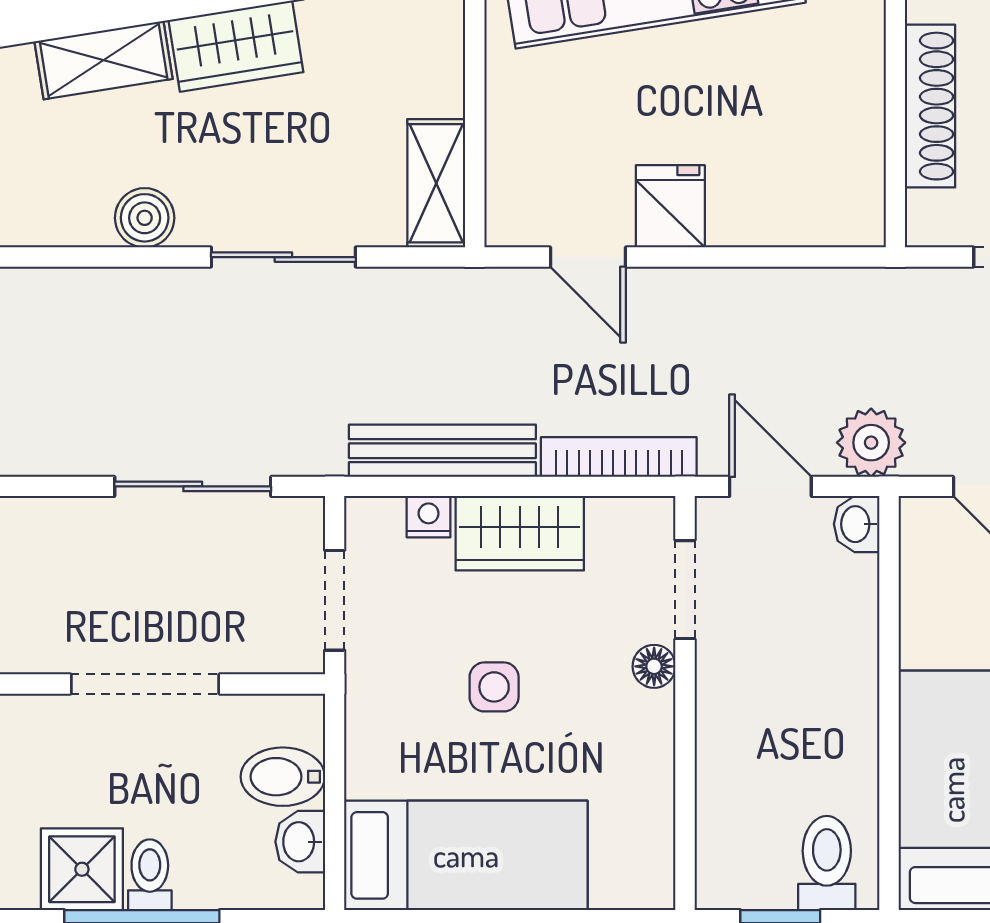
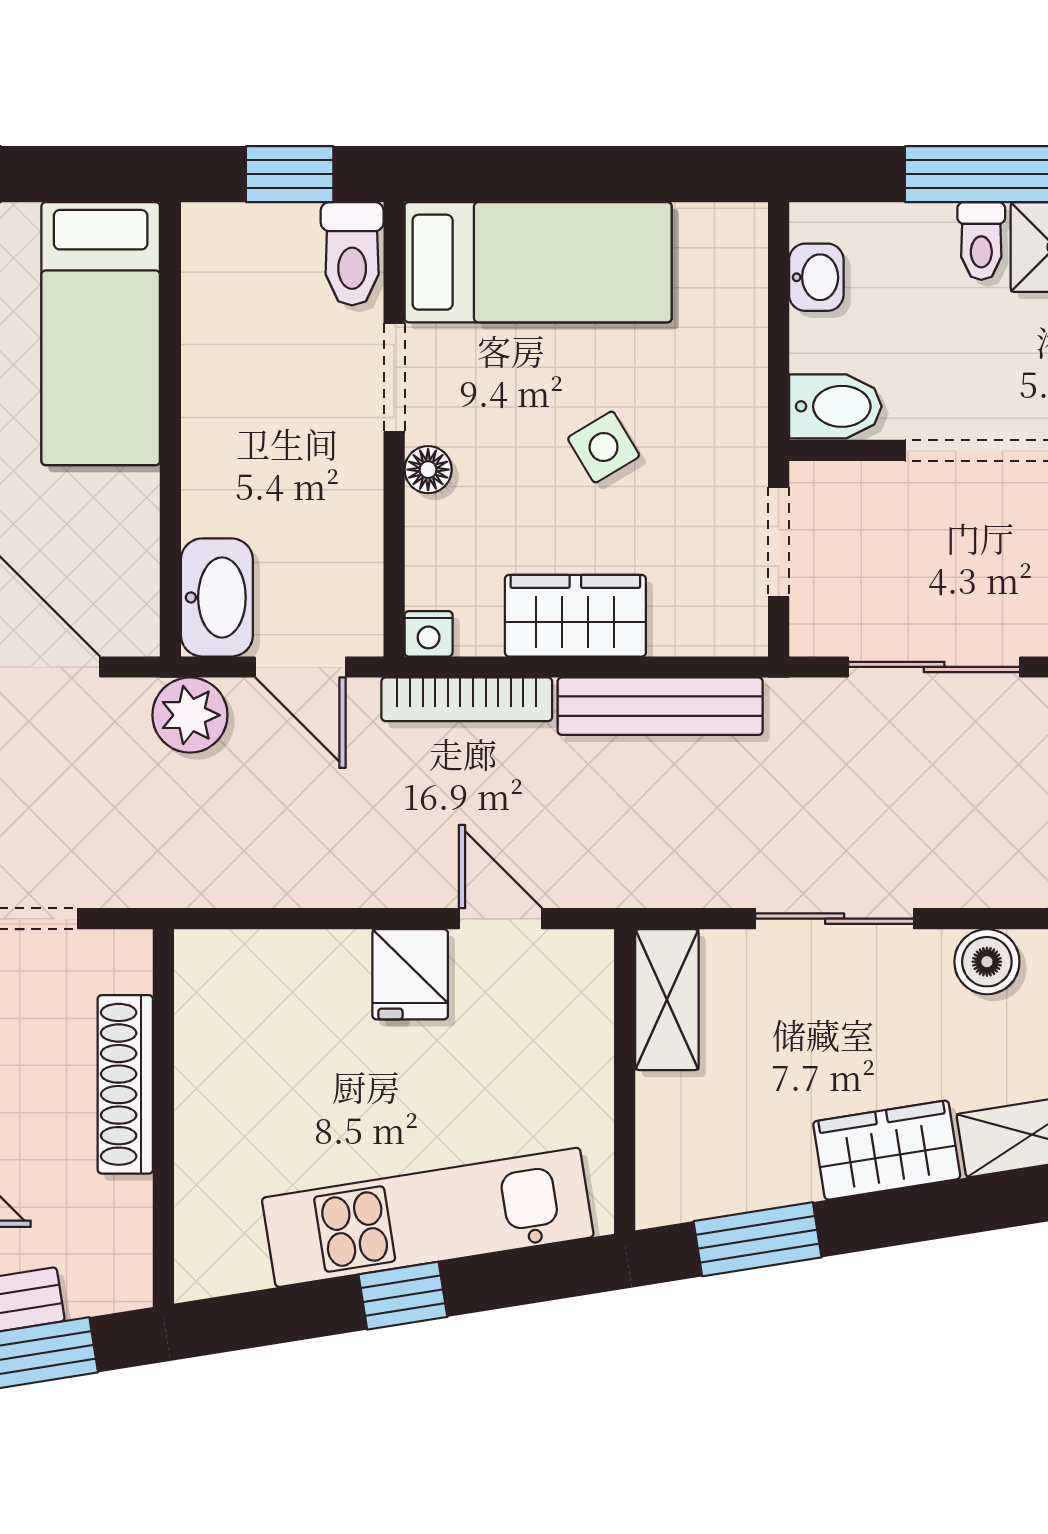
nightstand: (429, 517) -> (429, 634), moved
washbasin: (857, 524) -> (217, 597), width x1.91, depth x1.45
doorway: (685, 590) -> (394, 378), moved
side table: (494, 687) -> (604, 447), turned -31
bidet: (283, 777) -> (835, 406), moved
bed: (466, 855) -> (538, 262), moved, turned 180
toilet: (827, 863) -> (352, 254), moved

